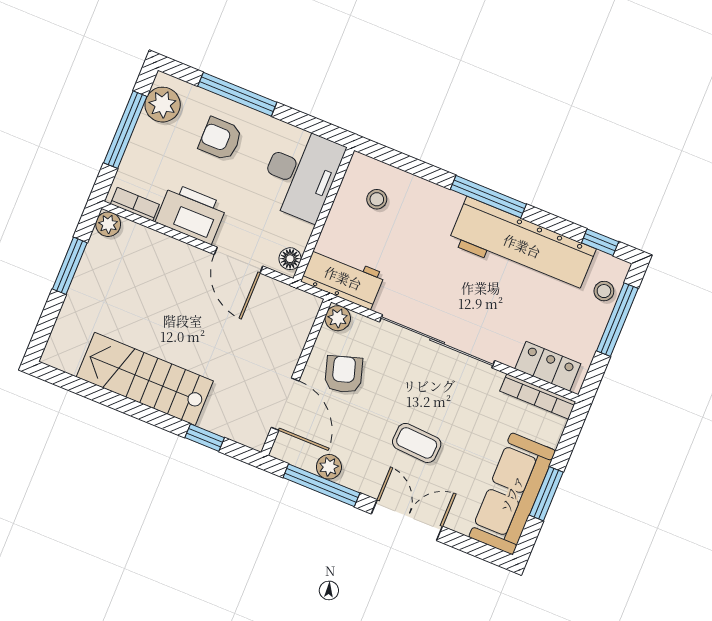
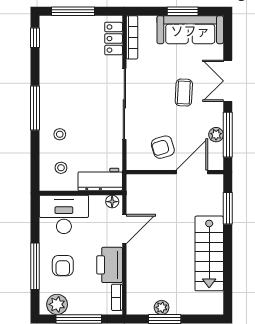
plant: (108, 224) -> (162, 307), moved
workbench: (522, 246) -> (54, 79), removed
workbench: (343, 278) -> (100, 180), moved, turned 90
stool: (604, 291) -> (60, 134), moved
plant: (338, 318) -> (134, 163), removed
window: (205, 438) -> (228, 208), width x1.50

